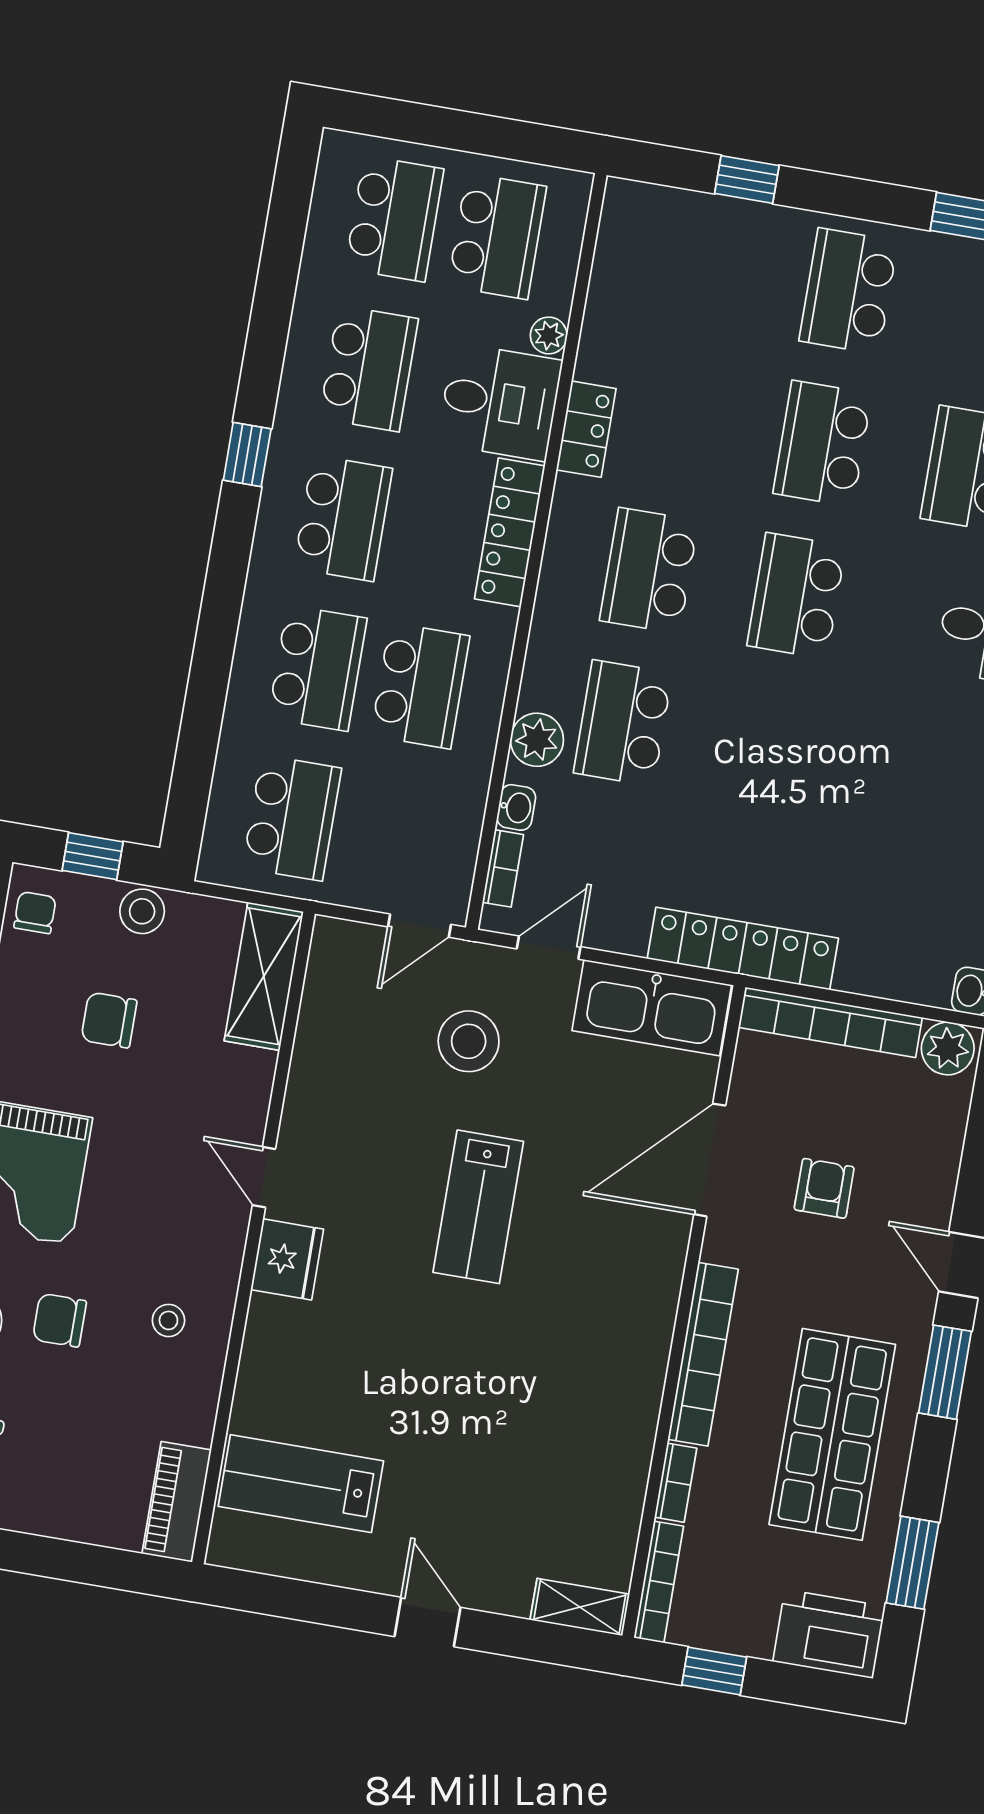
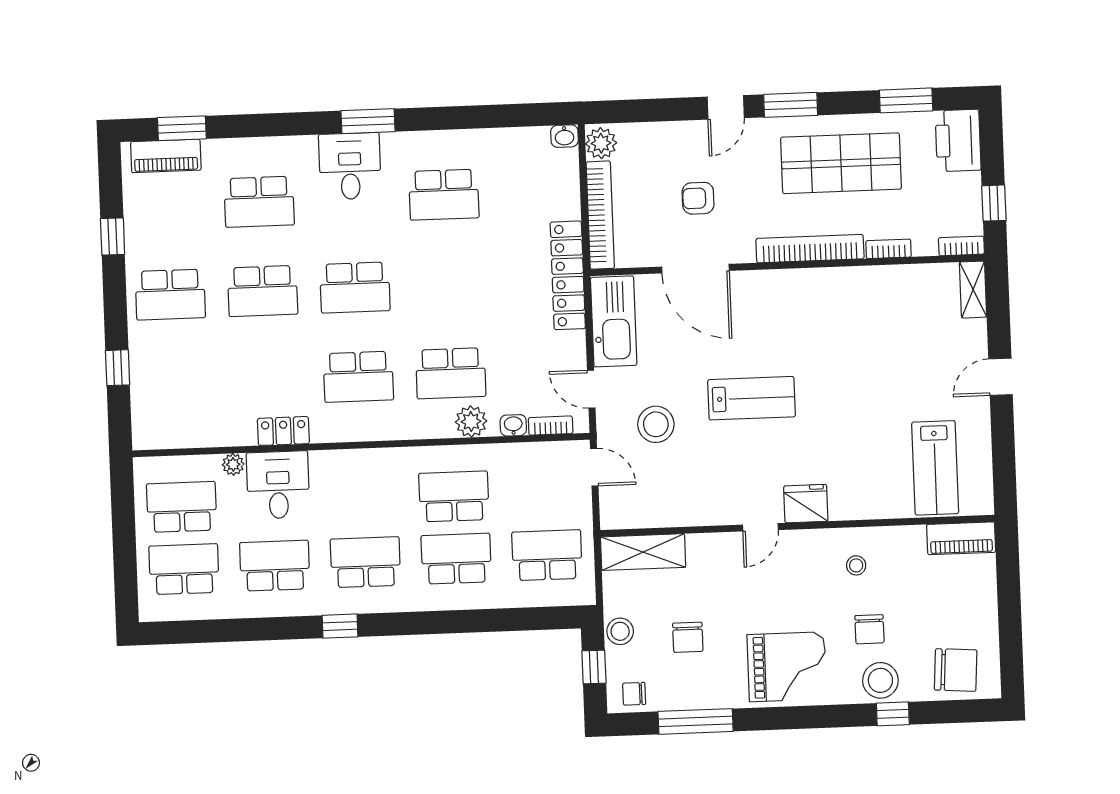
locker: (510, 532) -> (353, 463), removed
school desk: (918, 773) -> (444, 195), added
bookcase: (659, 1582) -> (961, 246), width x0.64

